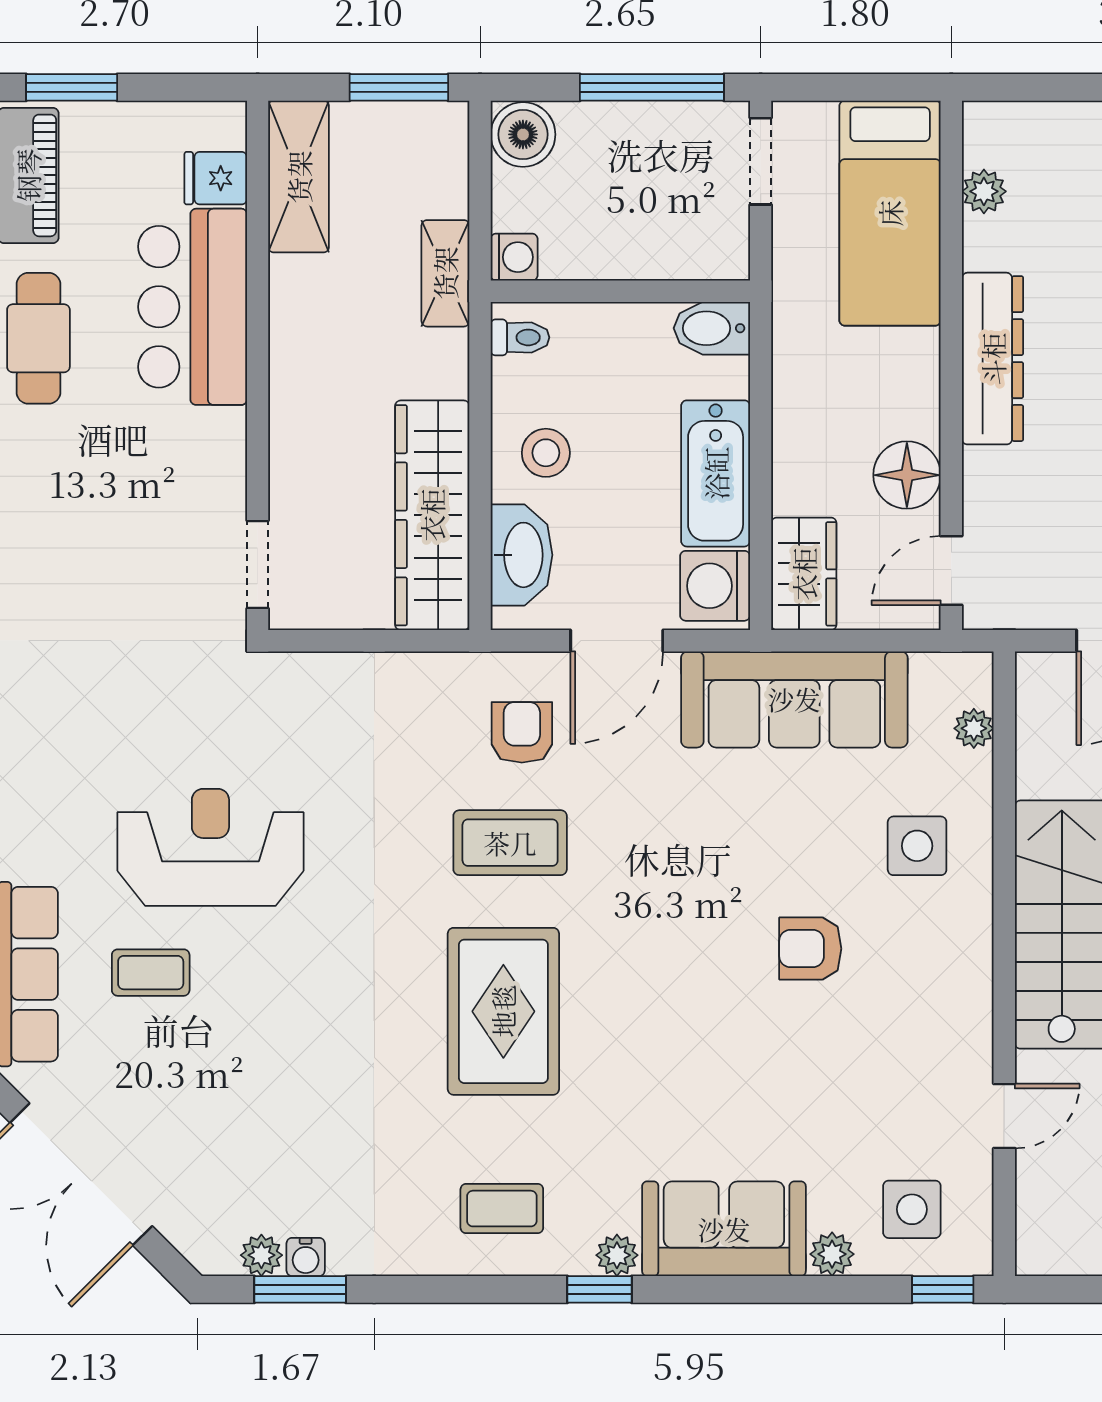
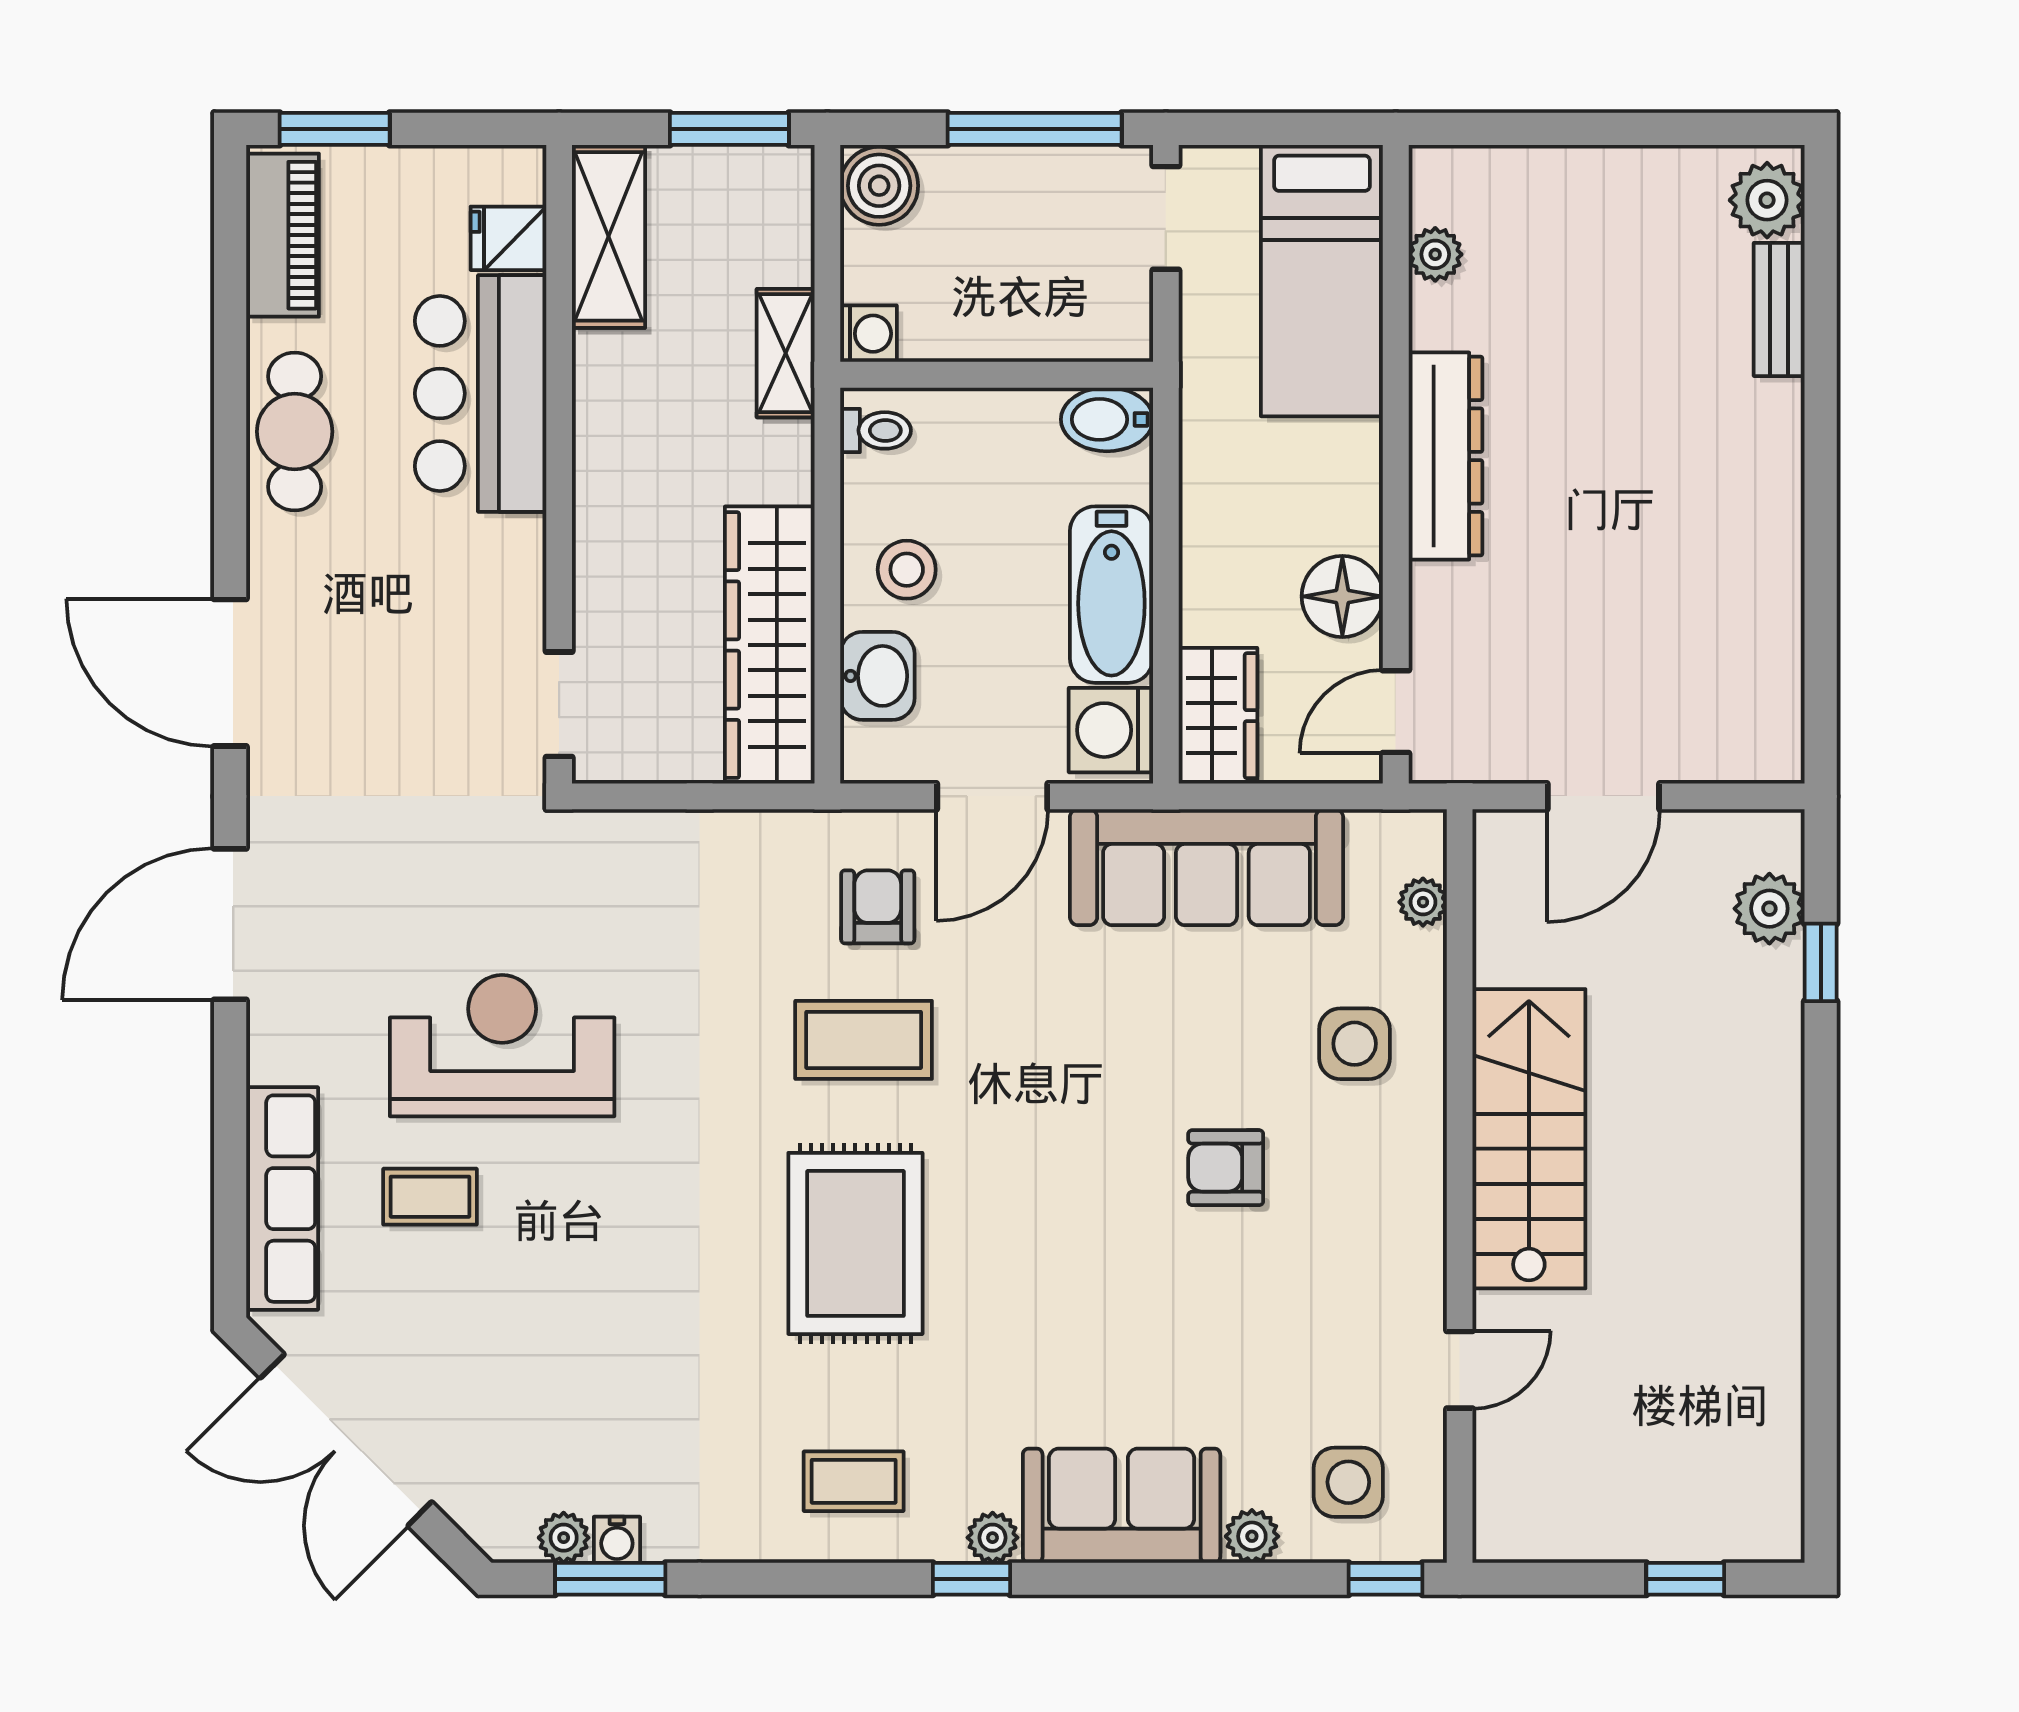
washbasin: (522, 555) -> (877, 676), width x0.72

